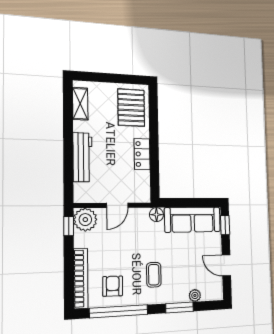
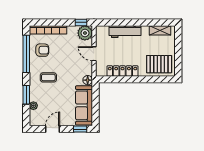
locker: (142, 154) -> (123, 71), width x1.53

